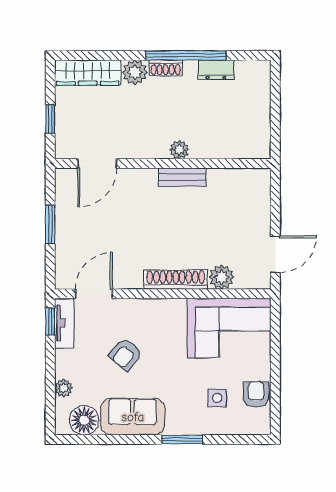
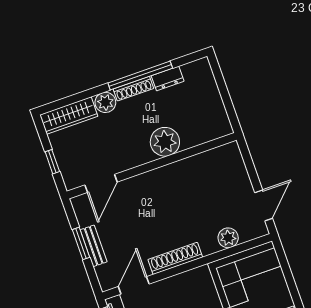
shoe rack: (166, 68) -> (133, 89), width x1.43
plant: (179, 150) -> (165, 142), width x1.87, depth x1.87
bench: (182, 177) -> (94, 246), moved, turned 90
shoe rack: (176, 280) -> (175, 258), moved

